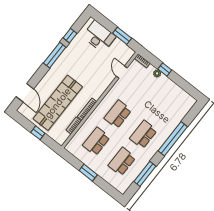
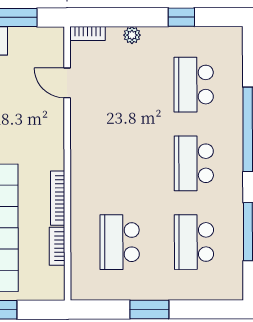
window: (165, 70) -> (181, 17), moved
school desk: (118, 114) -> (194, 85), moved

